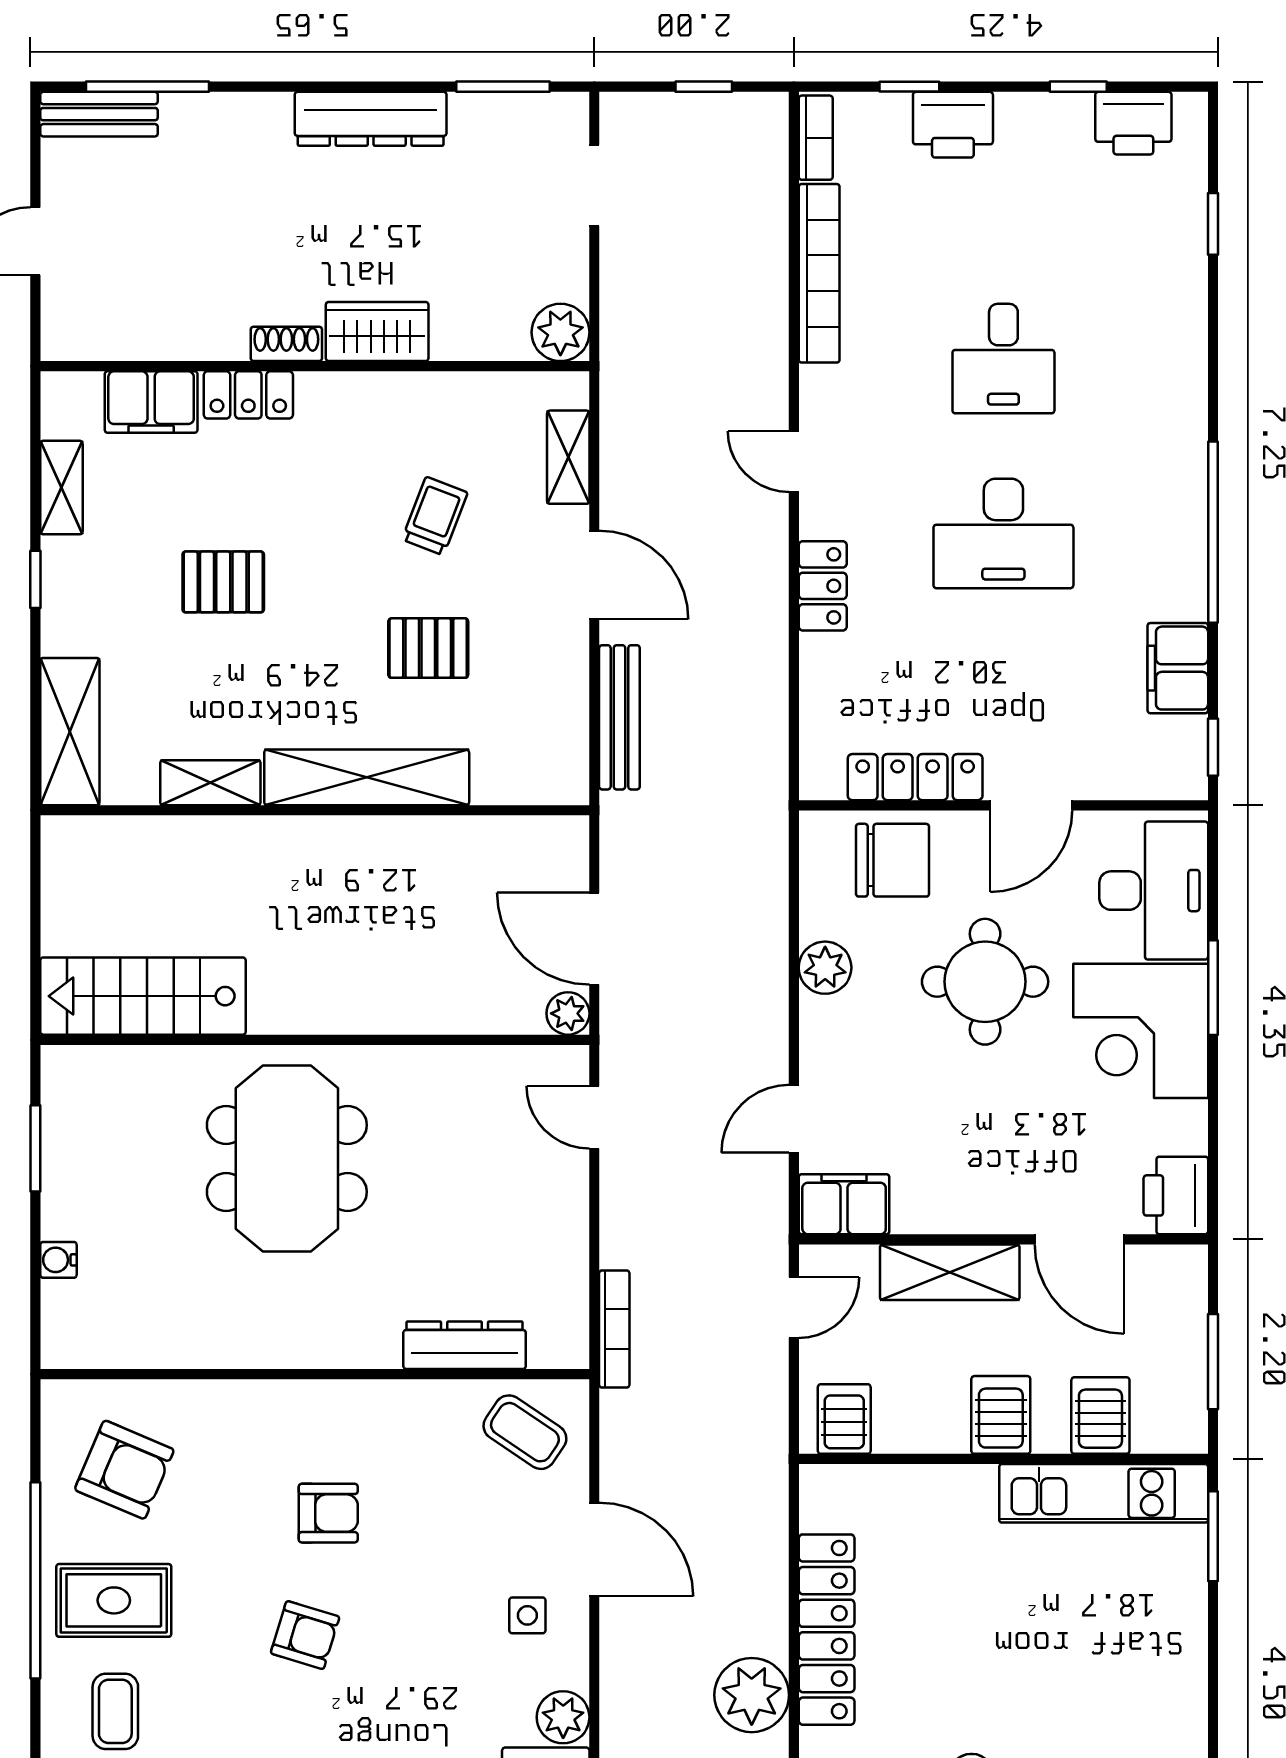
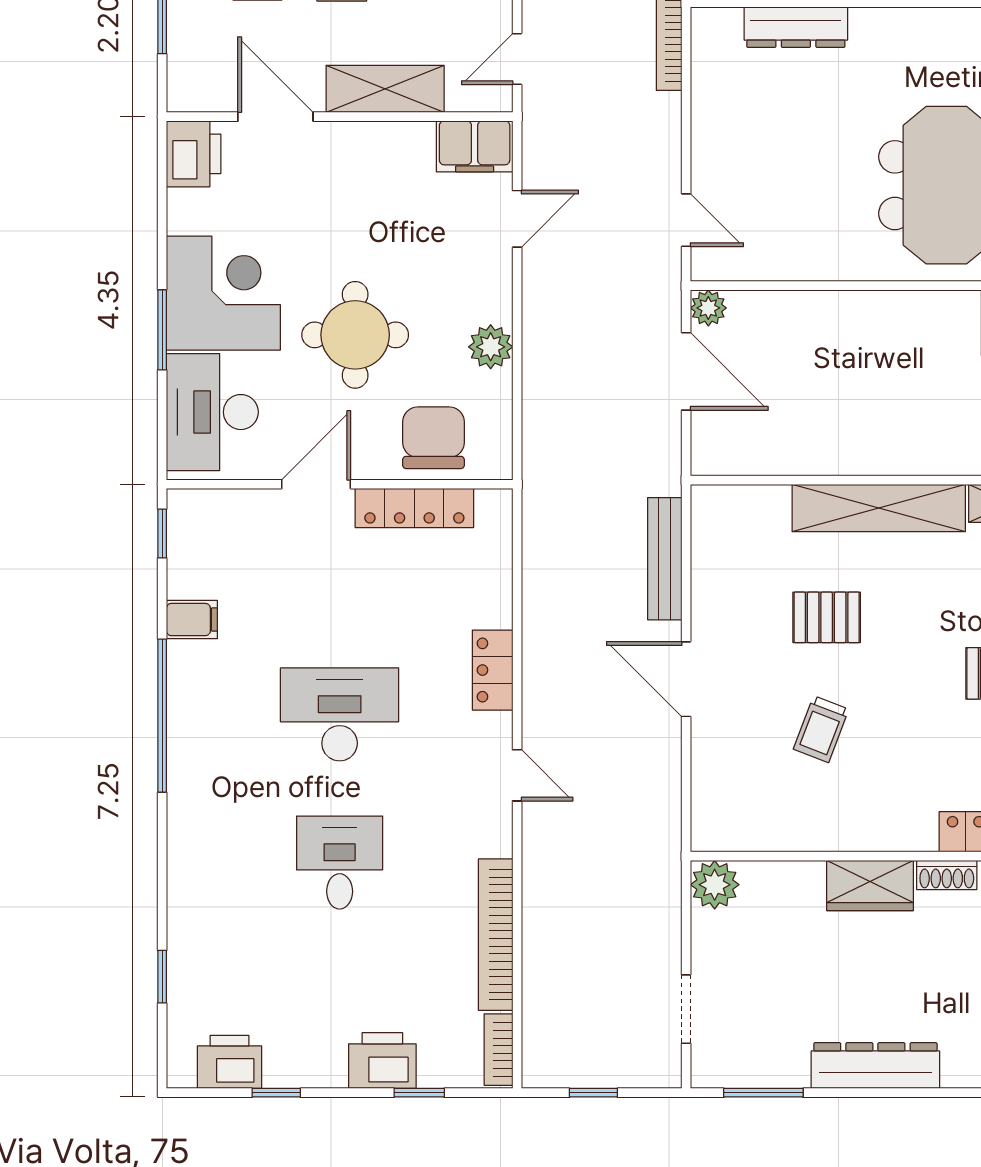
shelving: (568, 457) -> (708, 779), removed
filing cabinet: (1178, 668) -> (192, 620), width x0.50
chair: (893, 860) -> (433, 438), turned 90

